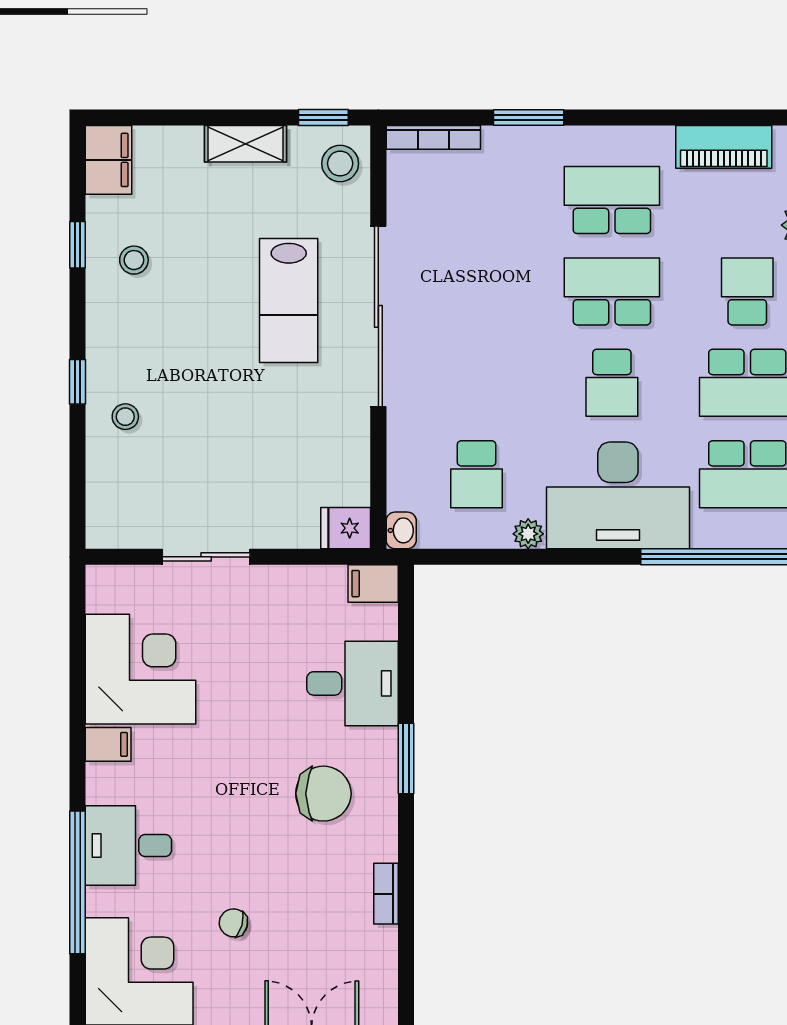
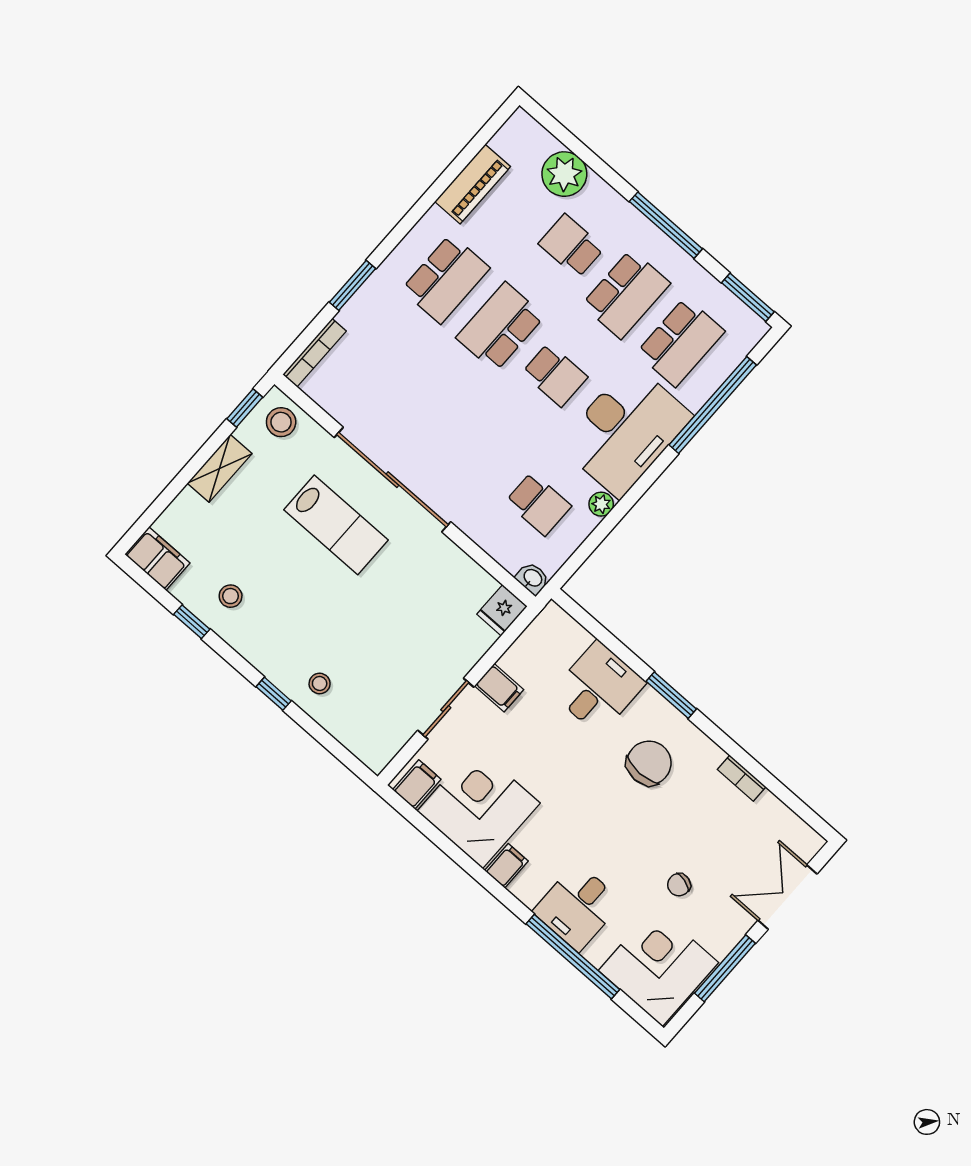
school desk: (612, 200) -> (446, 279), turned 180
filing cabinet: (373, 584) -> (499, 688), moved, turned -90
filing cabinet: (111, 592) -> (417, 784), added

